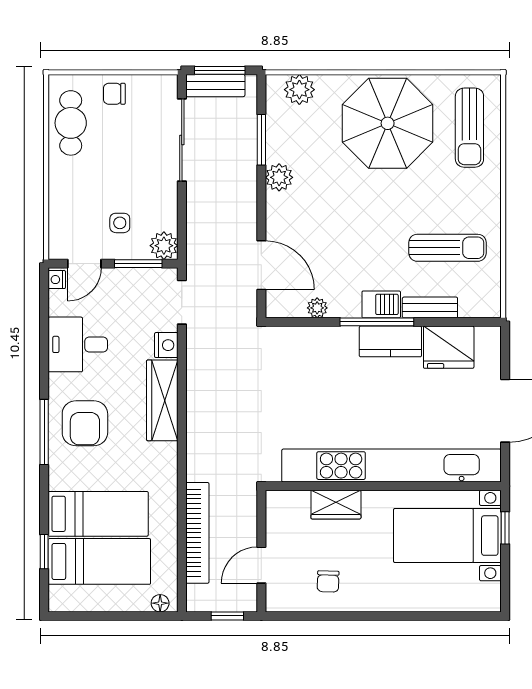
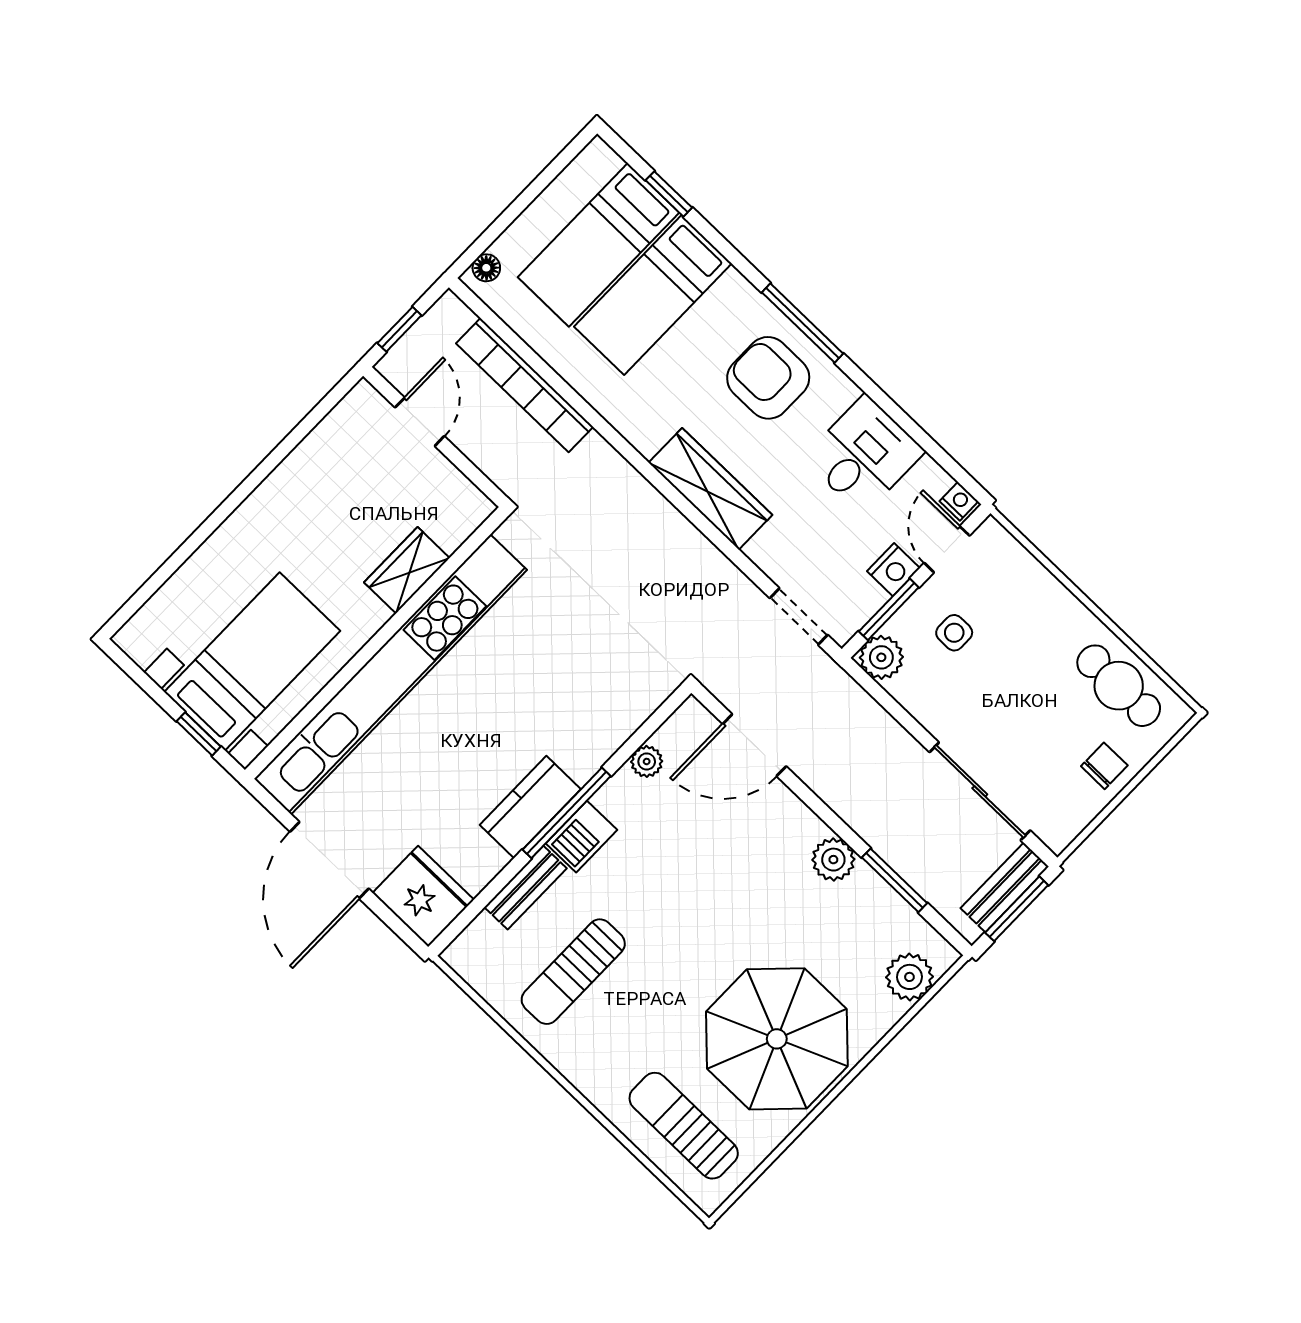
nightstand: (166, 345) -> (893, 570), moved, turned -90
fridge: (449, 347) -> (423, 896), moved, turned 90
chair: (328, 581) -> (330, 479), removed

